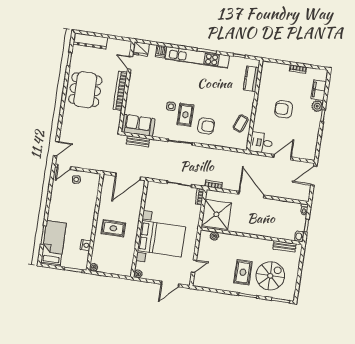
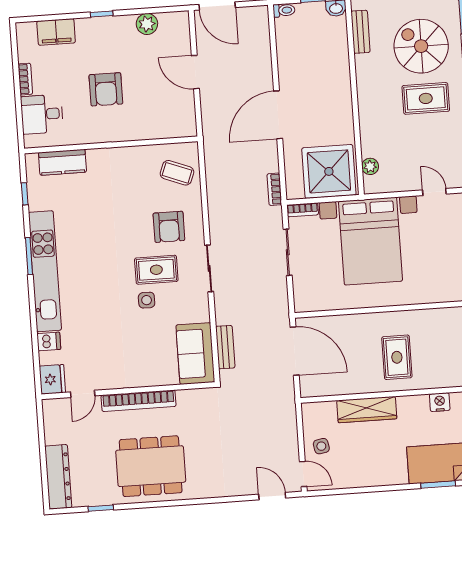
plant: (317, 106) -> (147, 24), moved
coffee table: (241, 123) -> (177, 173), moved
armchair: (206, 126) -> (169, 227), turned 180
desk: (261, 143) -> (42, 114), moved, turned 90
wardrobe: (90, 207) -> (367, 410), added
bed with nightstands: (162, 239) -> (370, 241), moved, turned 180

